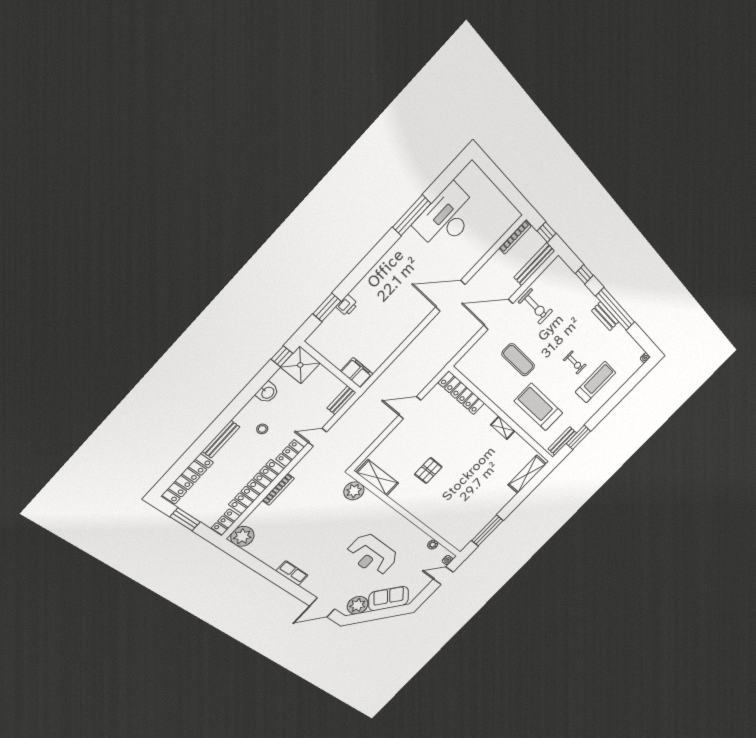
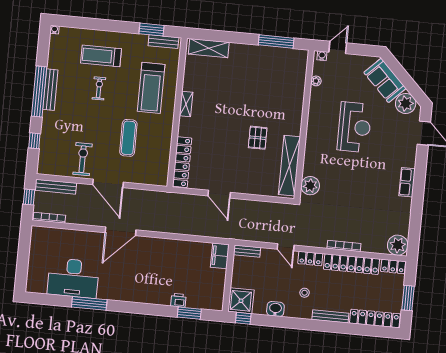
door: (450, 296) -> (121, 231), hinge flipped
bench: (605, 316) -> (50, 90), width x1.36
pallet: (428, 471) -> (258, 138), turned 90
shelving: (377, 478) -> (289, 166), width x1.47
door: (443, 576) -> (338, 47), swing flipped

